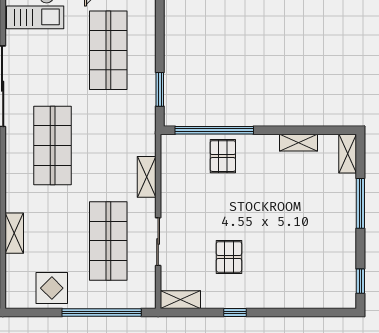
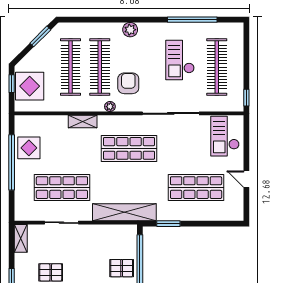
shelving: (147, 177) -> (124, 212), width x2.20, depth x1.33
shelving: (14, 233) -> (83, 121), moved
window: (102, 312) -> (12, 162), moved

